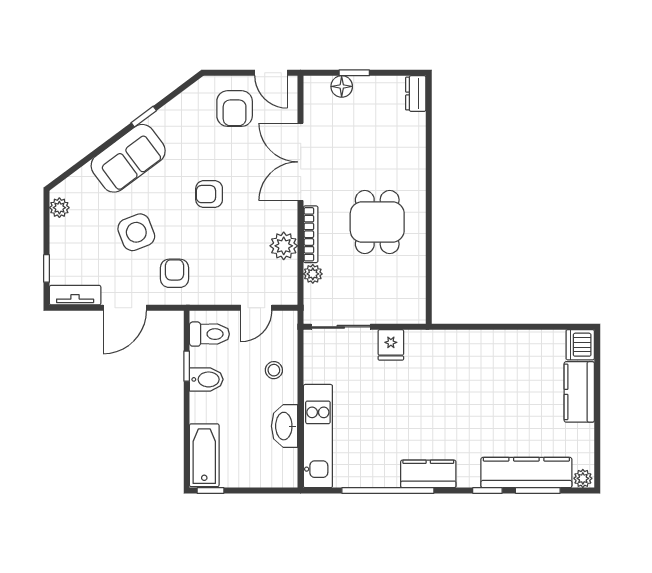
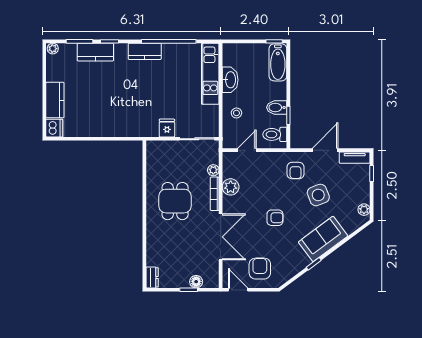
kitchen counter: (526, 473) -> (95, 52), width x0.67

